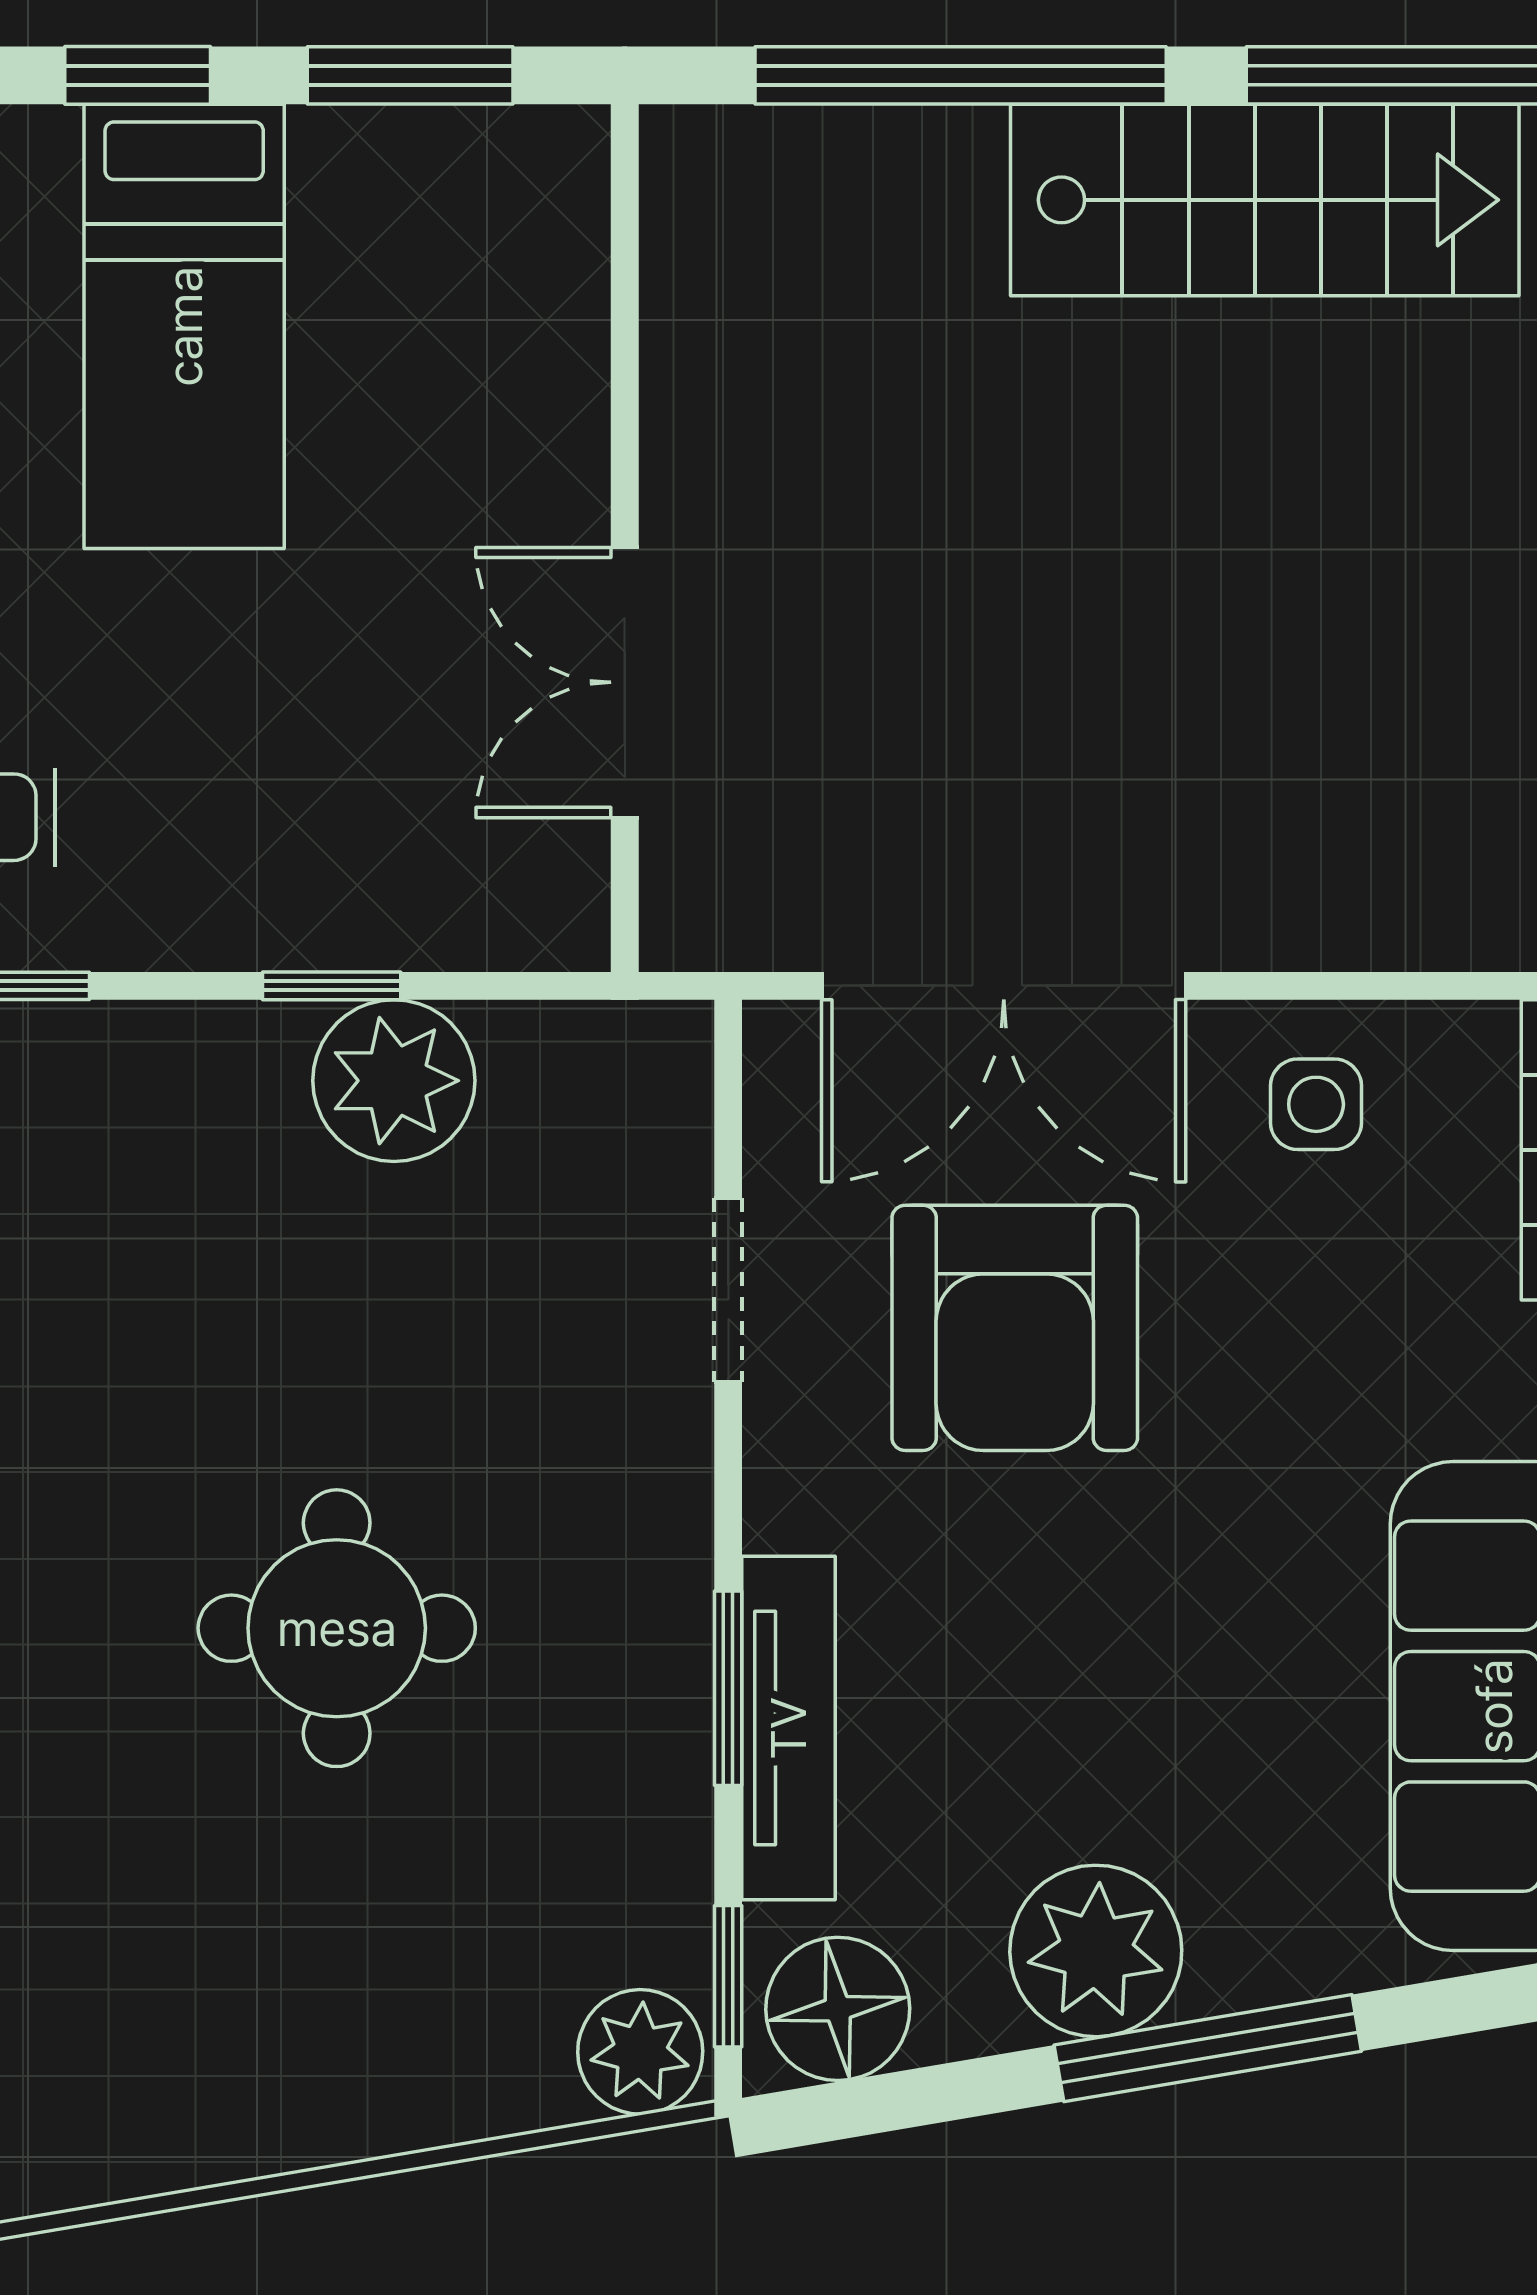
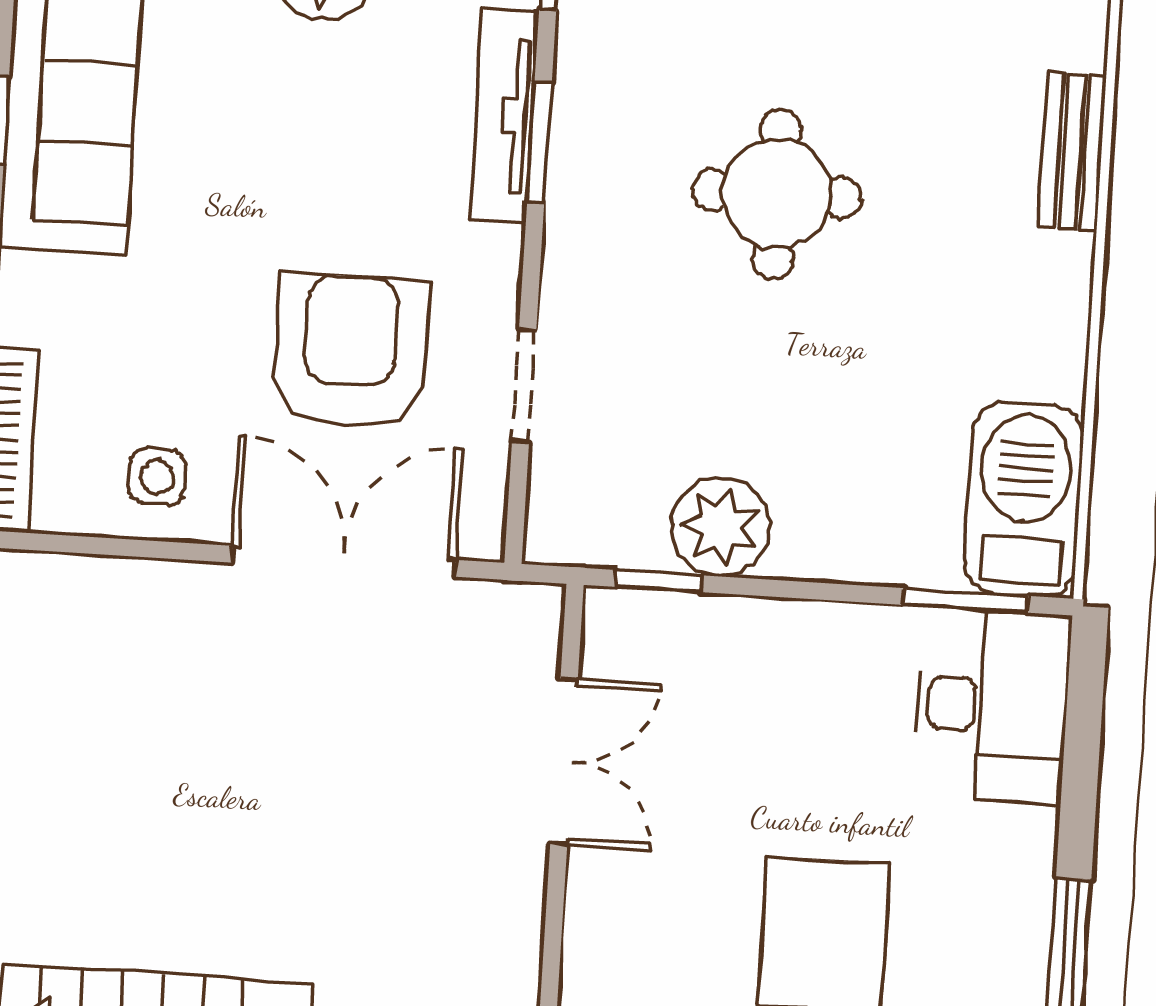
window: (332, 986) -> (659, 581), moved

